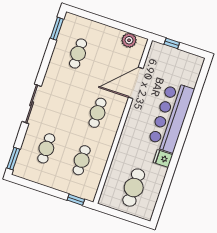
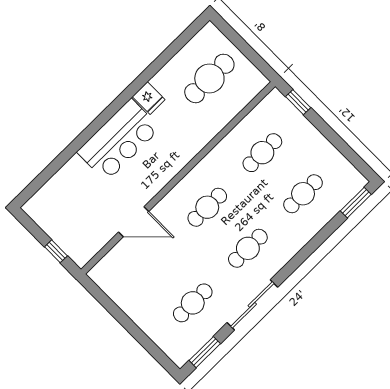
plant: (129, 40) -> (113, 286), removed
door: (136, 83) -> (134, 222), width x0.73
cafe table: (62, 101) -> (248, 248), added
sliding door: (32, 104) -> (252, 305), moved
bar counter: (171, 117) -> (119, 140), width x0.73

